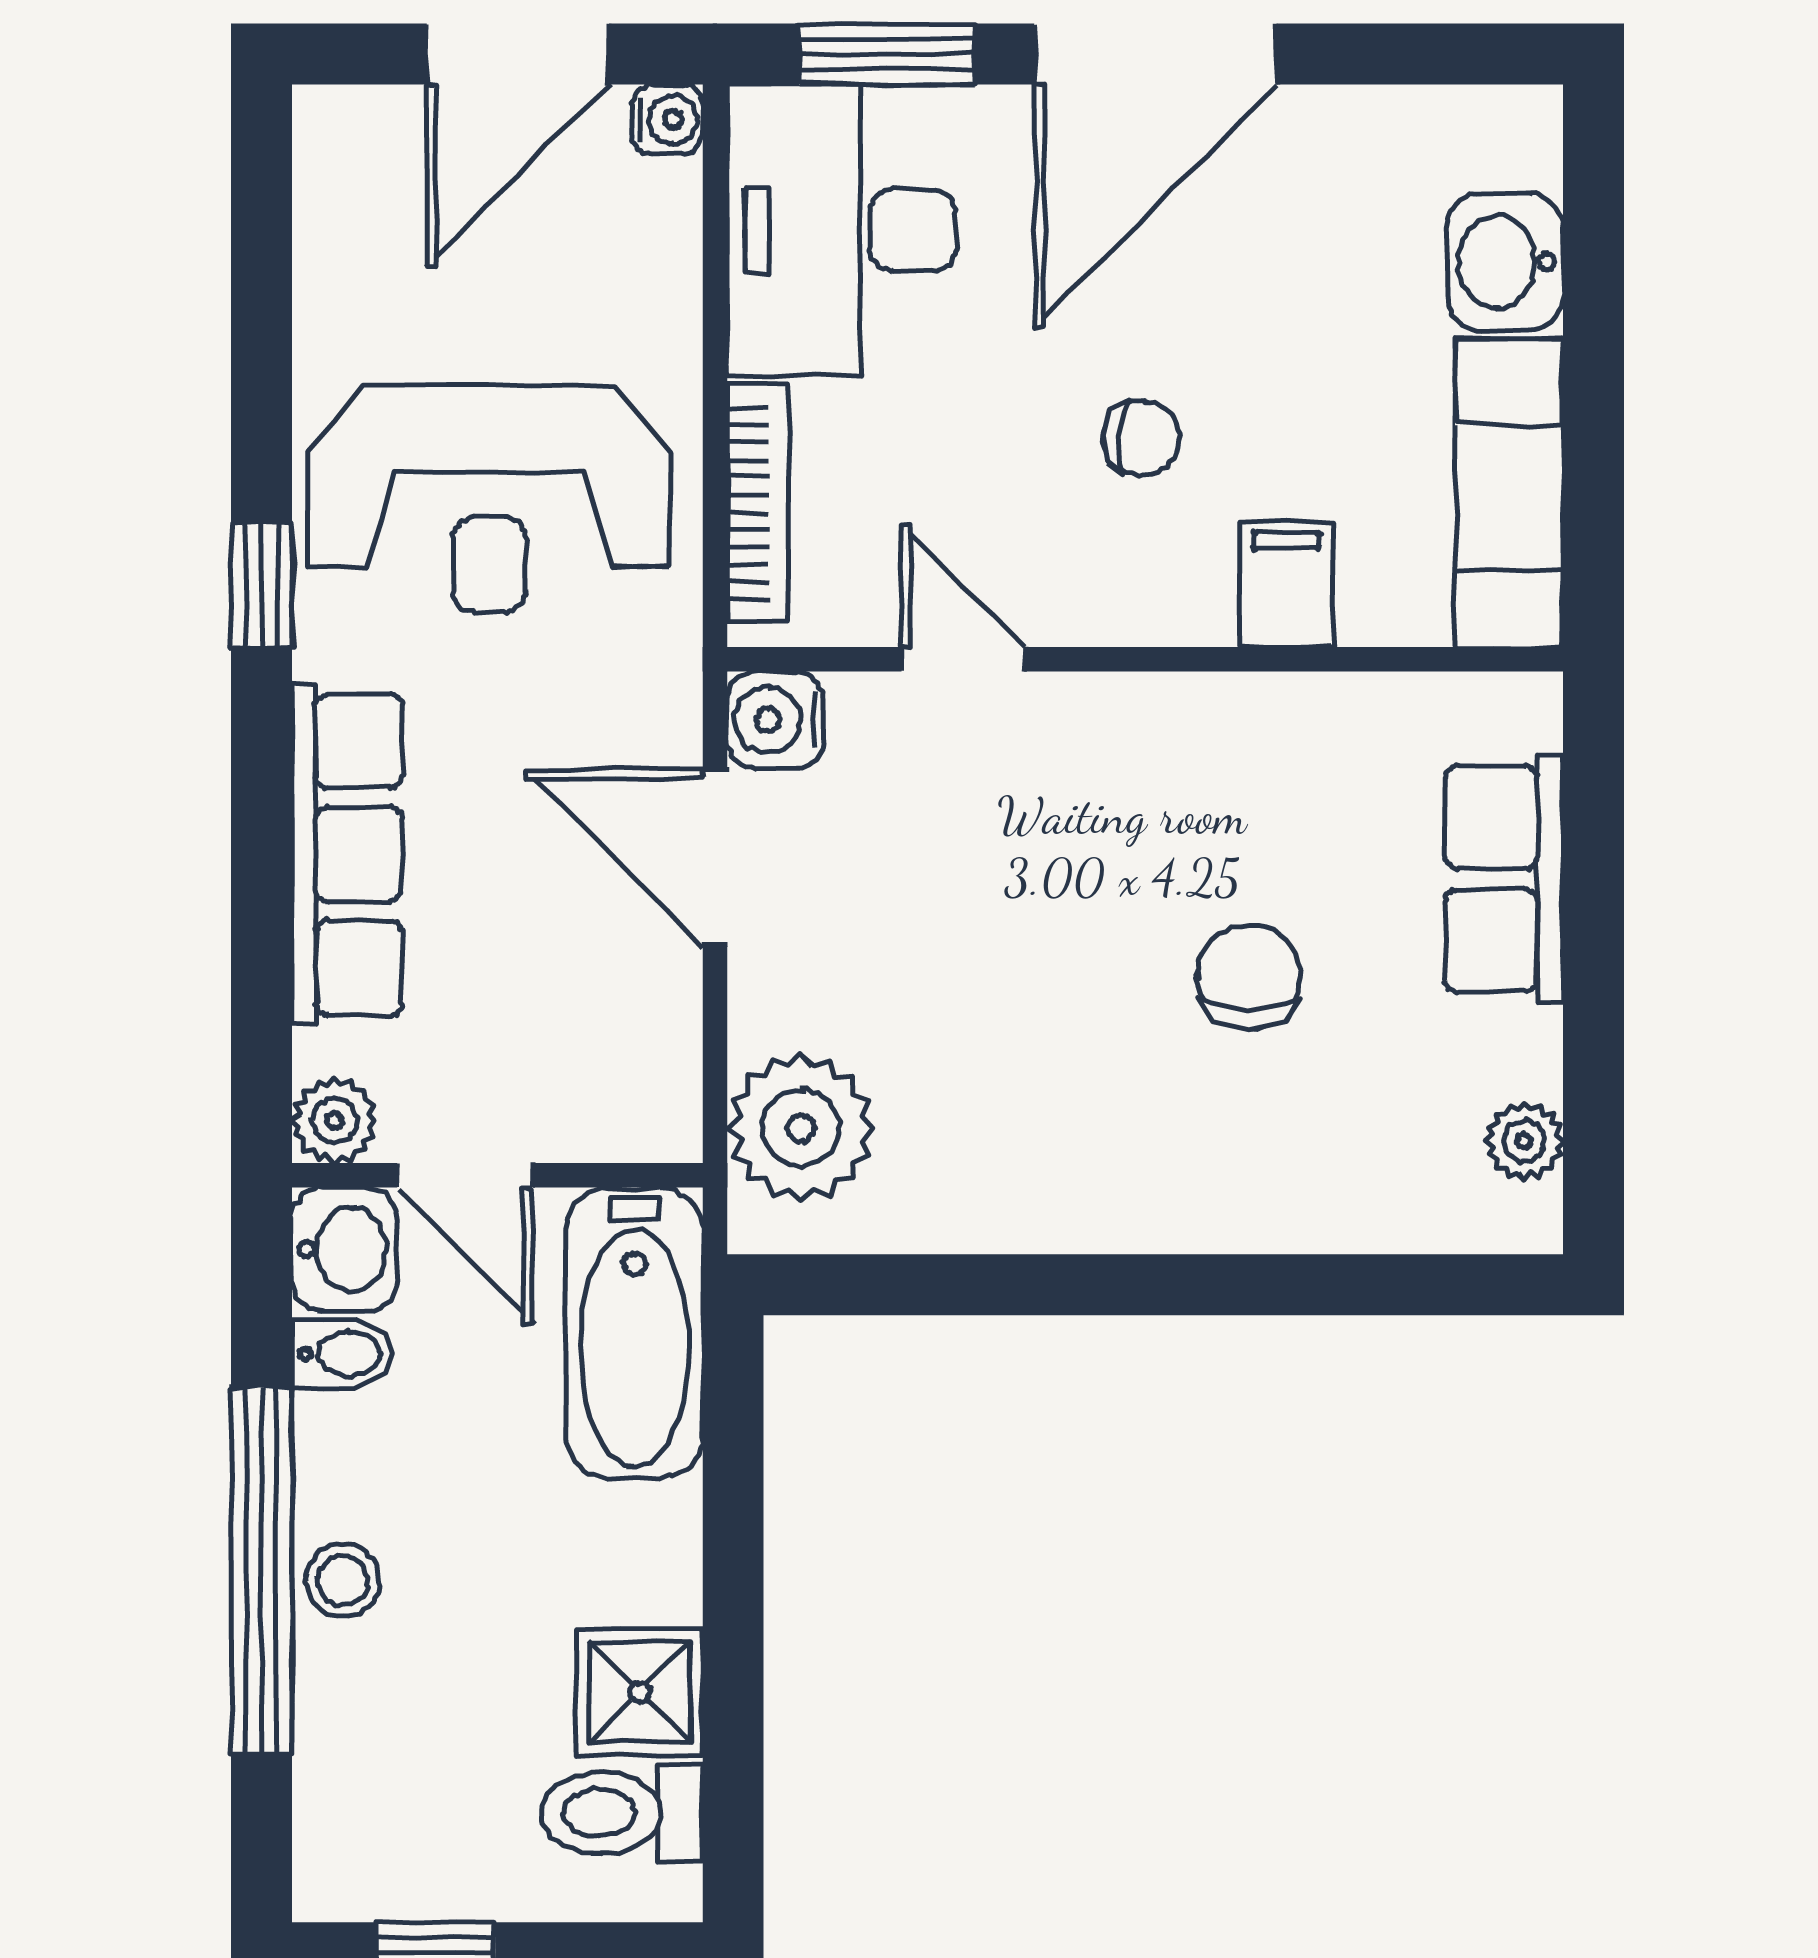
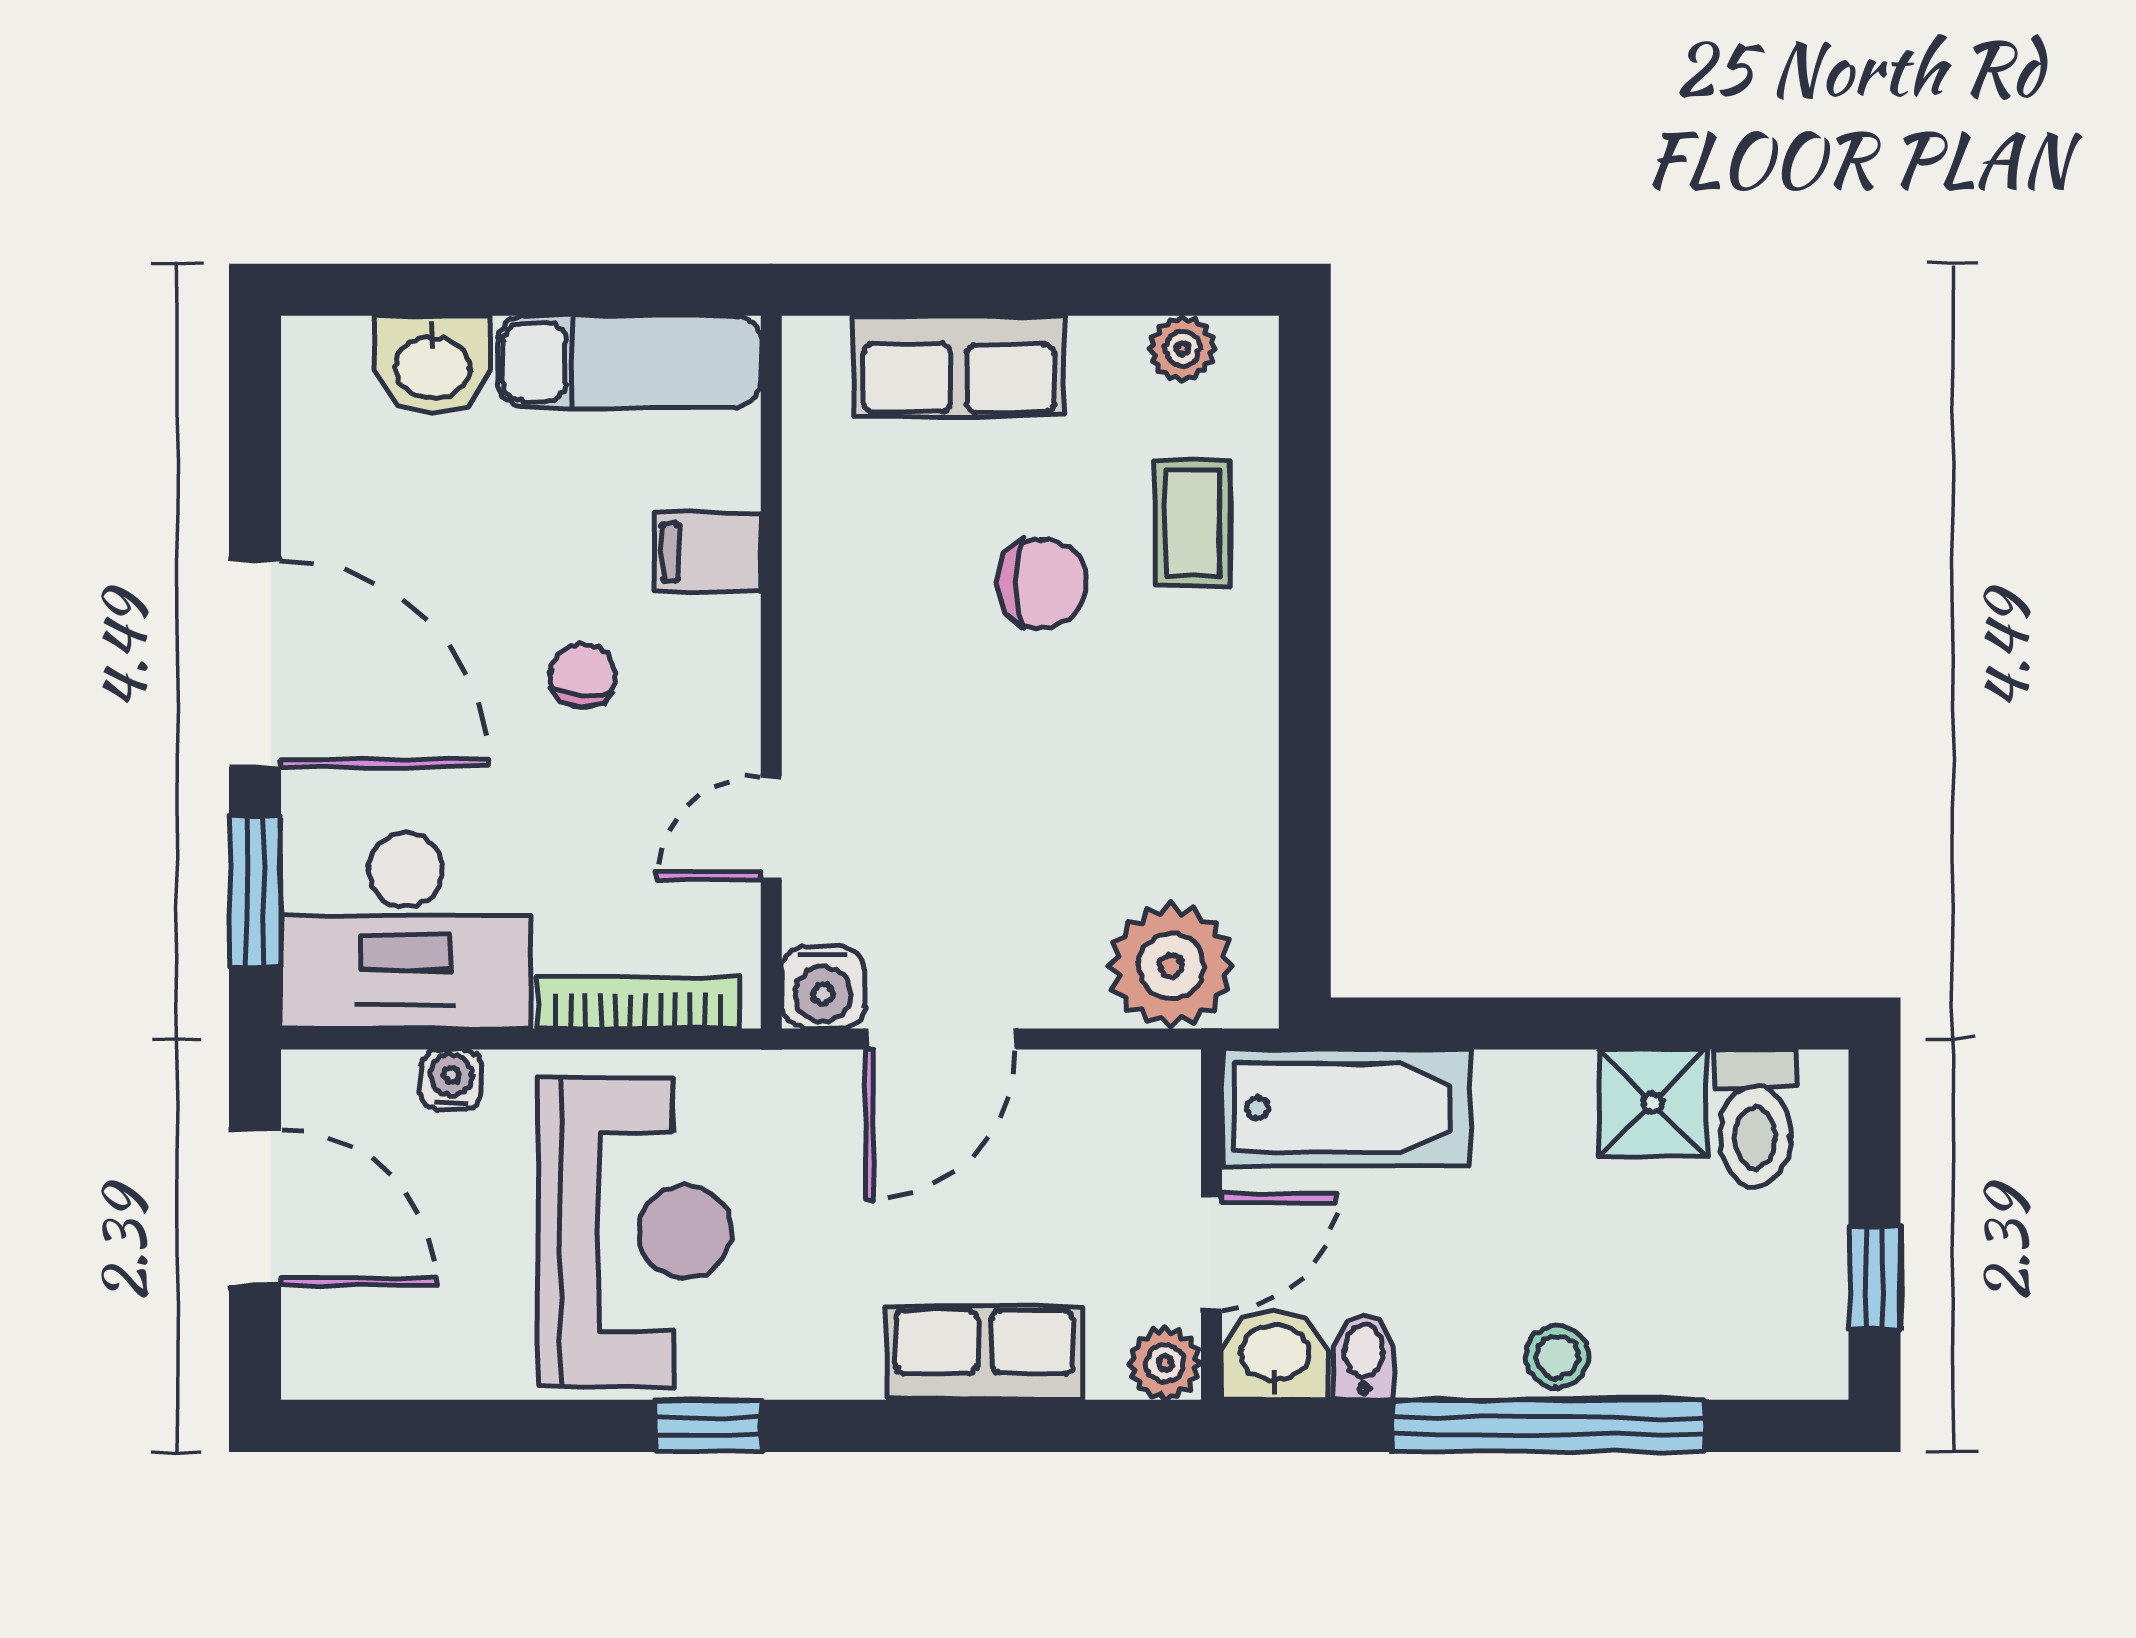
water cooler: (667, 120) -> (451, 1080), moved
row of seats: (347, 854) -> (985, 1353), width x0.68
chair: (1249, 977) -> (1042, 583), turned 180
coffee table: (1319, 1153) -> (1192, 524), added

